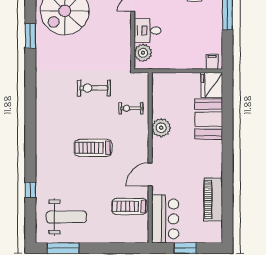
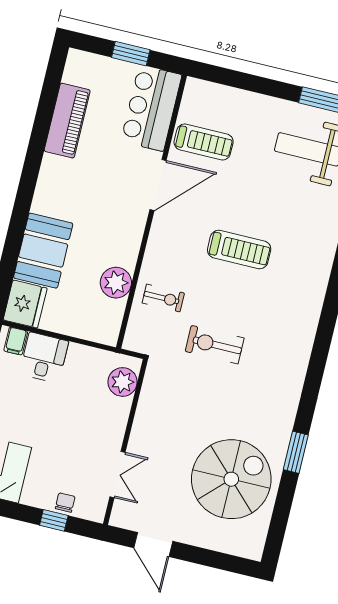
desk: (148, 31) -> (44, 358), moved, turned -90
exercise bike: (94, 88) -> (215, 345), turned 180
plant: (161, 128) -> (116, 283), moved
door: (150, 174) -> (158, 185), width x1.36

